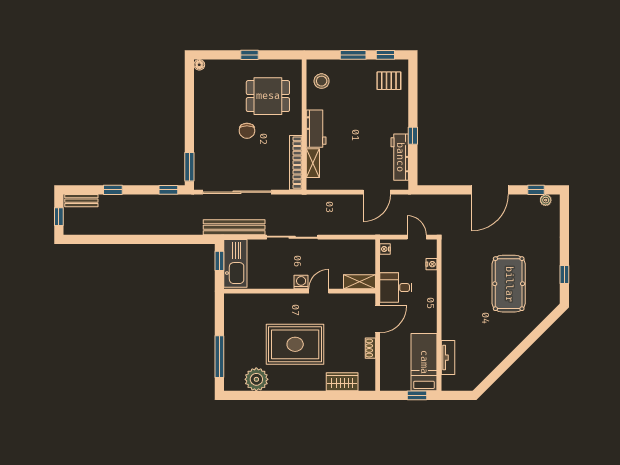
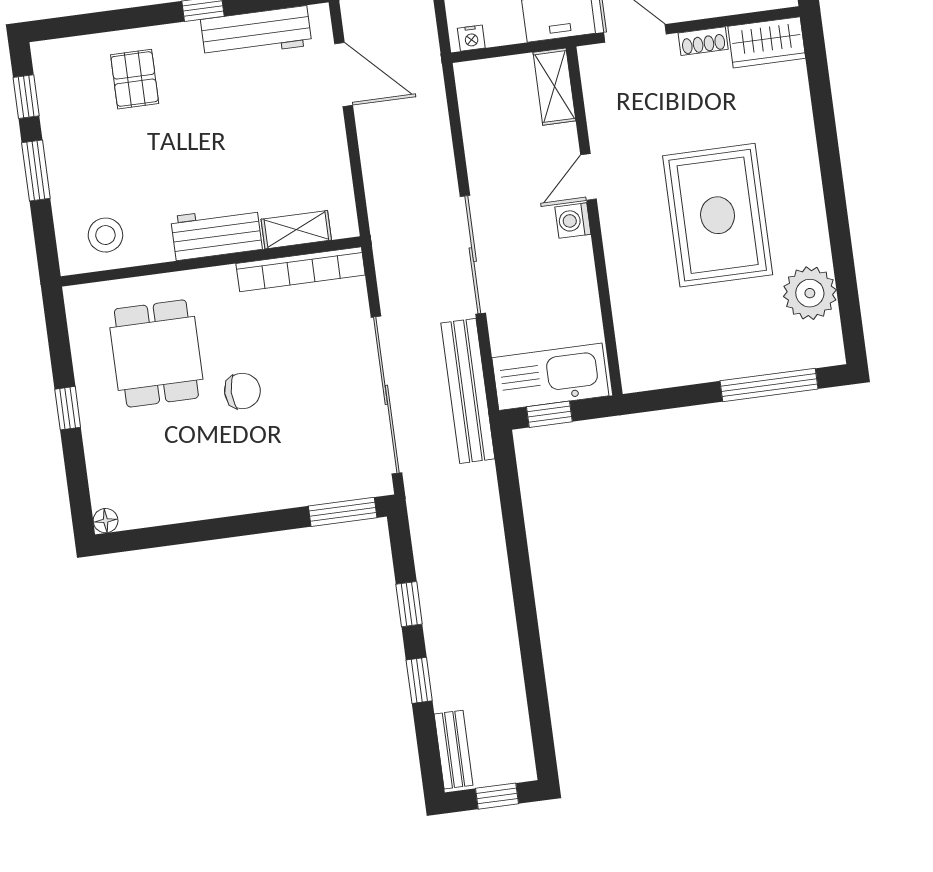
pallet: (389, 81) -> (135, 79), moved
window: (168, 190) -> (409, 604), moved
door: (319, 291) -> (588, 177), hinge flipped
wardrobe: (342, 382) -> (767, 42), moved, turned -90

